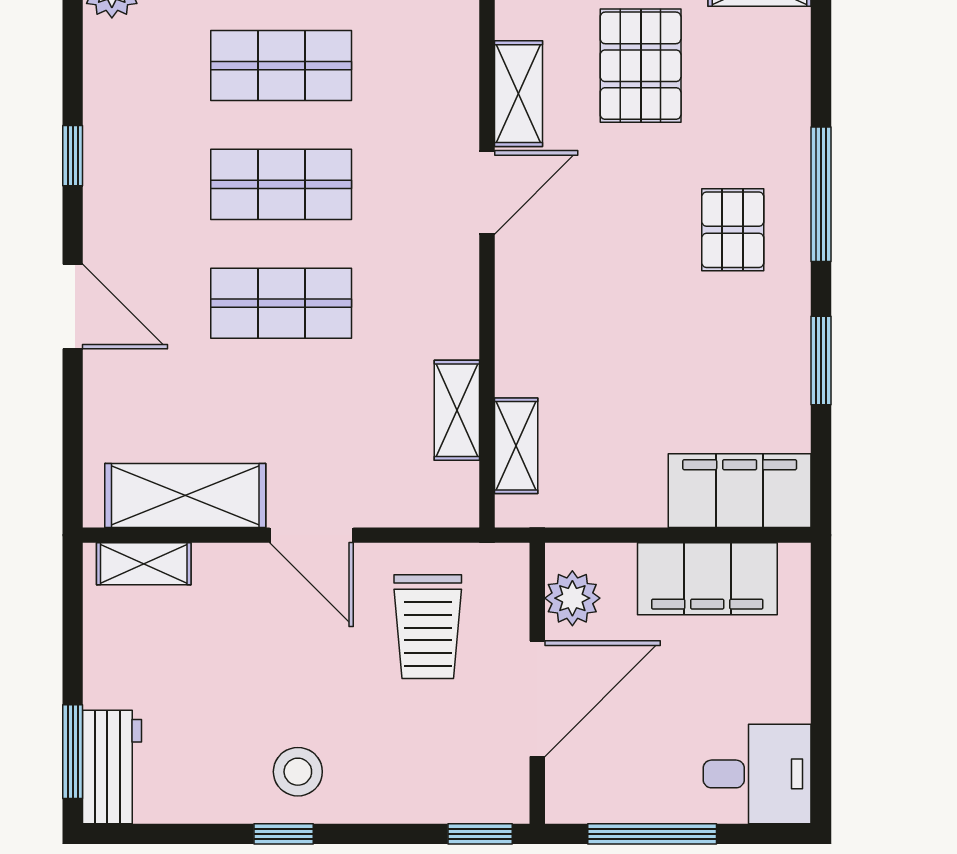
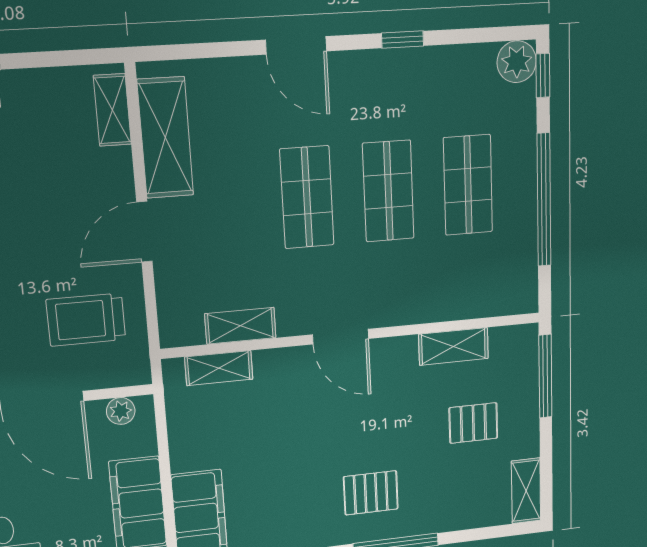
pallet: (641, 66) -> (473, 423), width x0.67, depth x0.71
door: (487, 192) -> (341, 337), moved
door: (73, 307) -> (296, 45), hinge flipped
plant: (572, 598) -> (121, 411), width x0.73, depth x0.73

